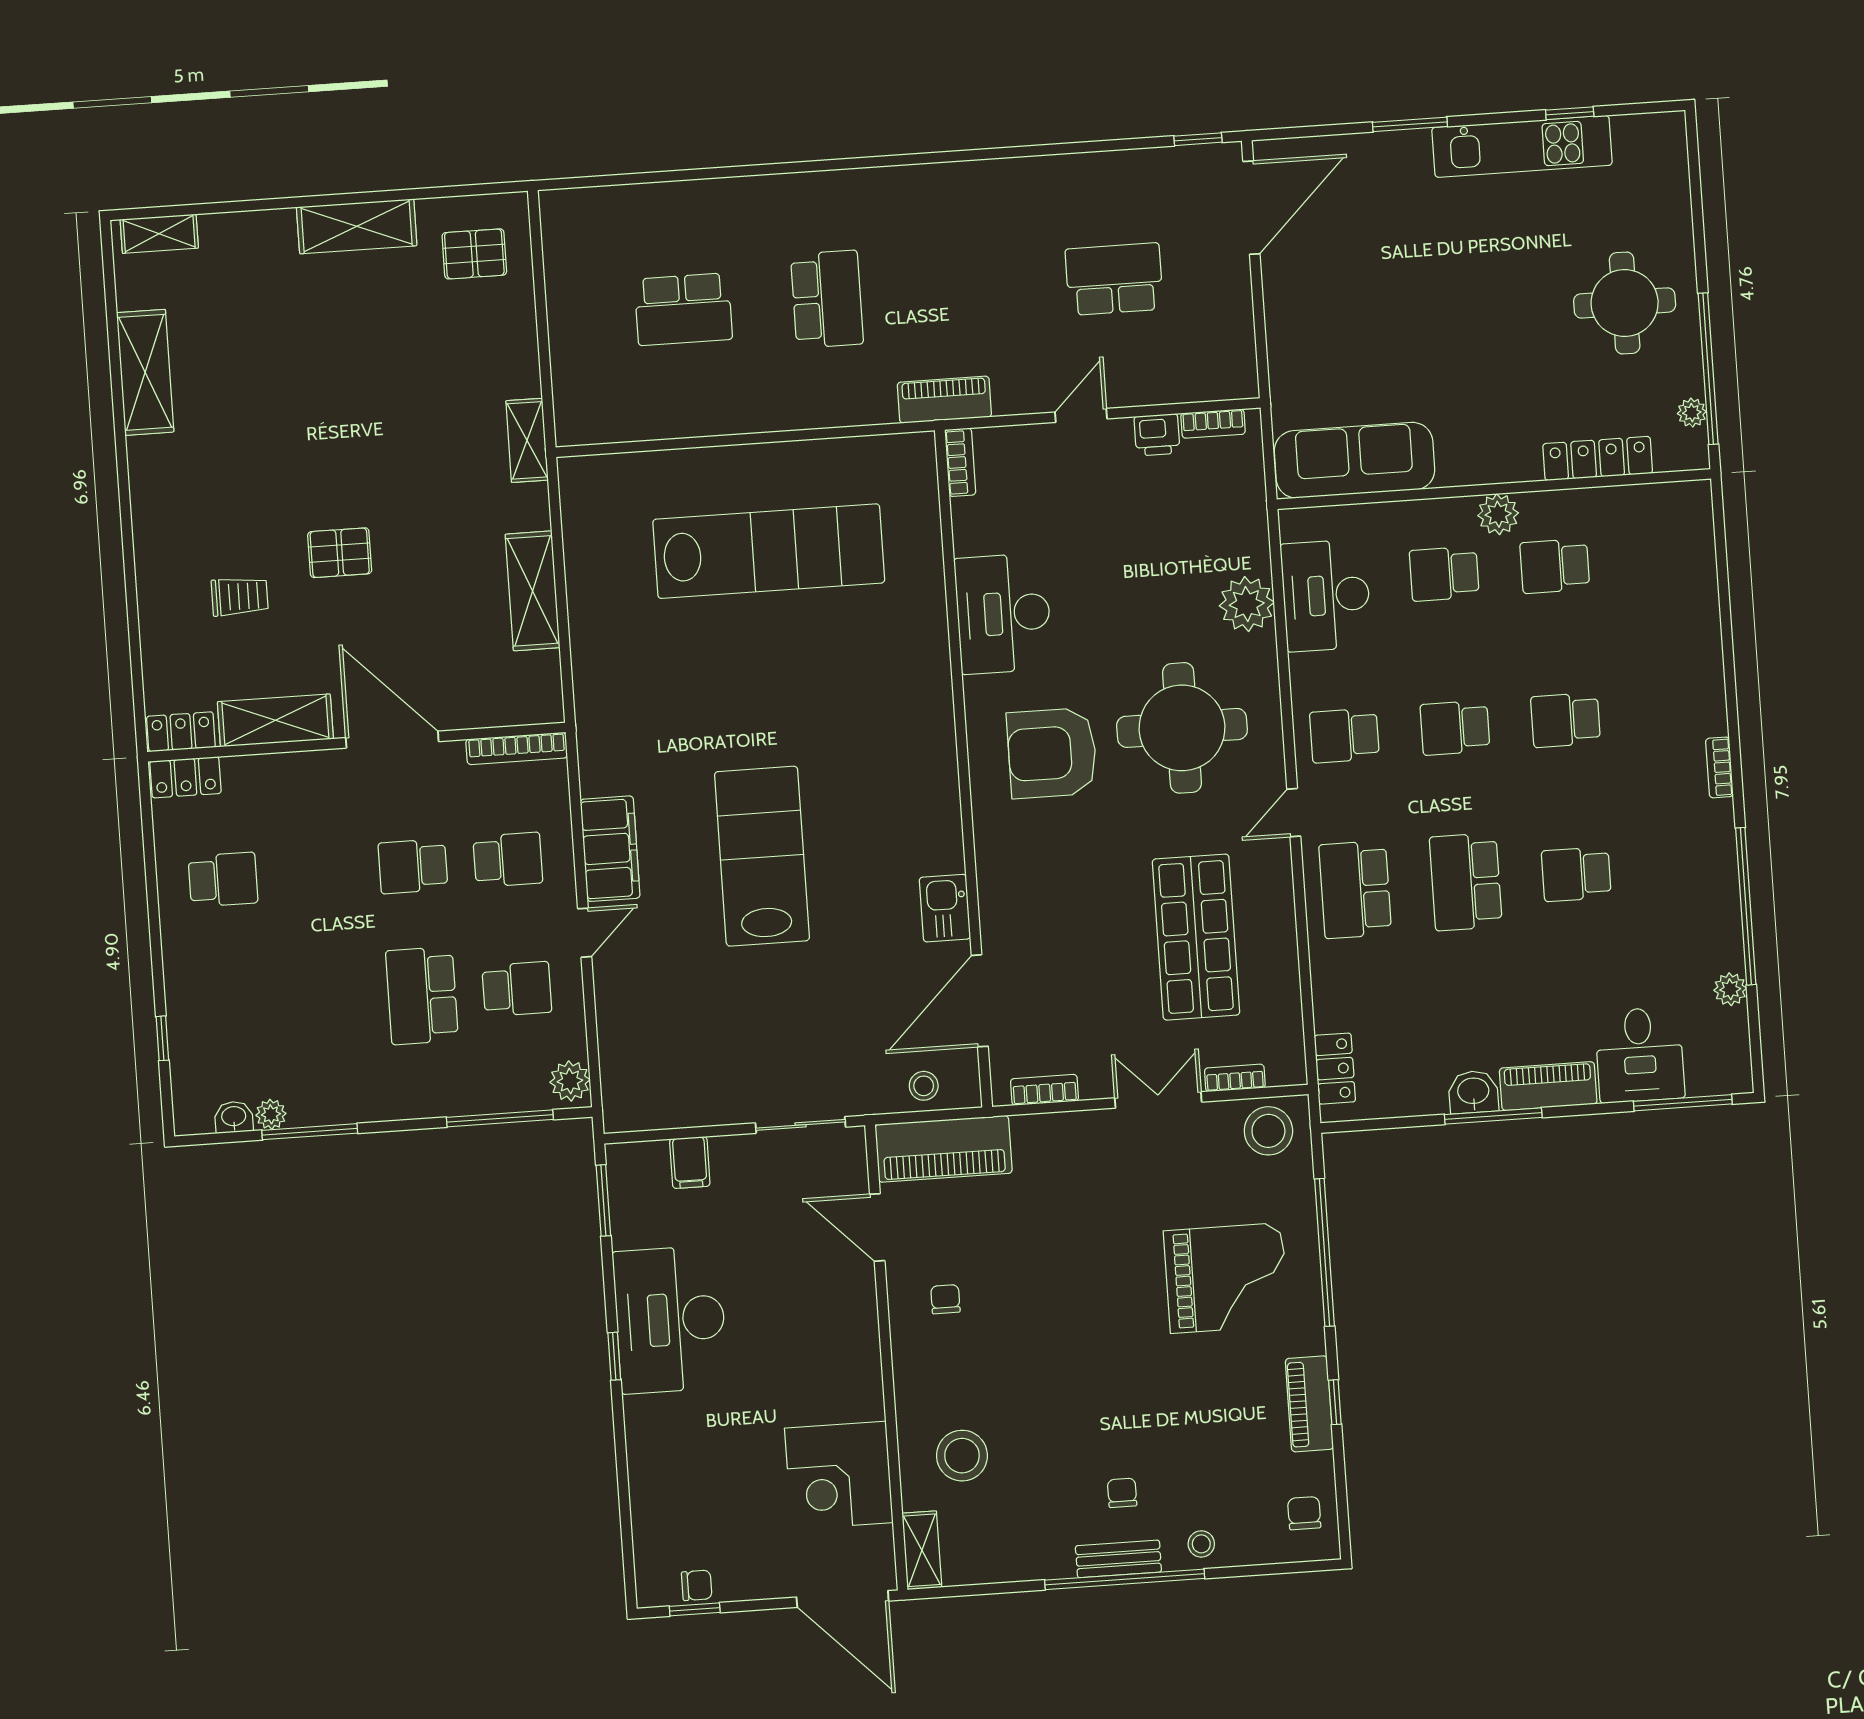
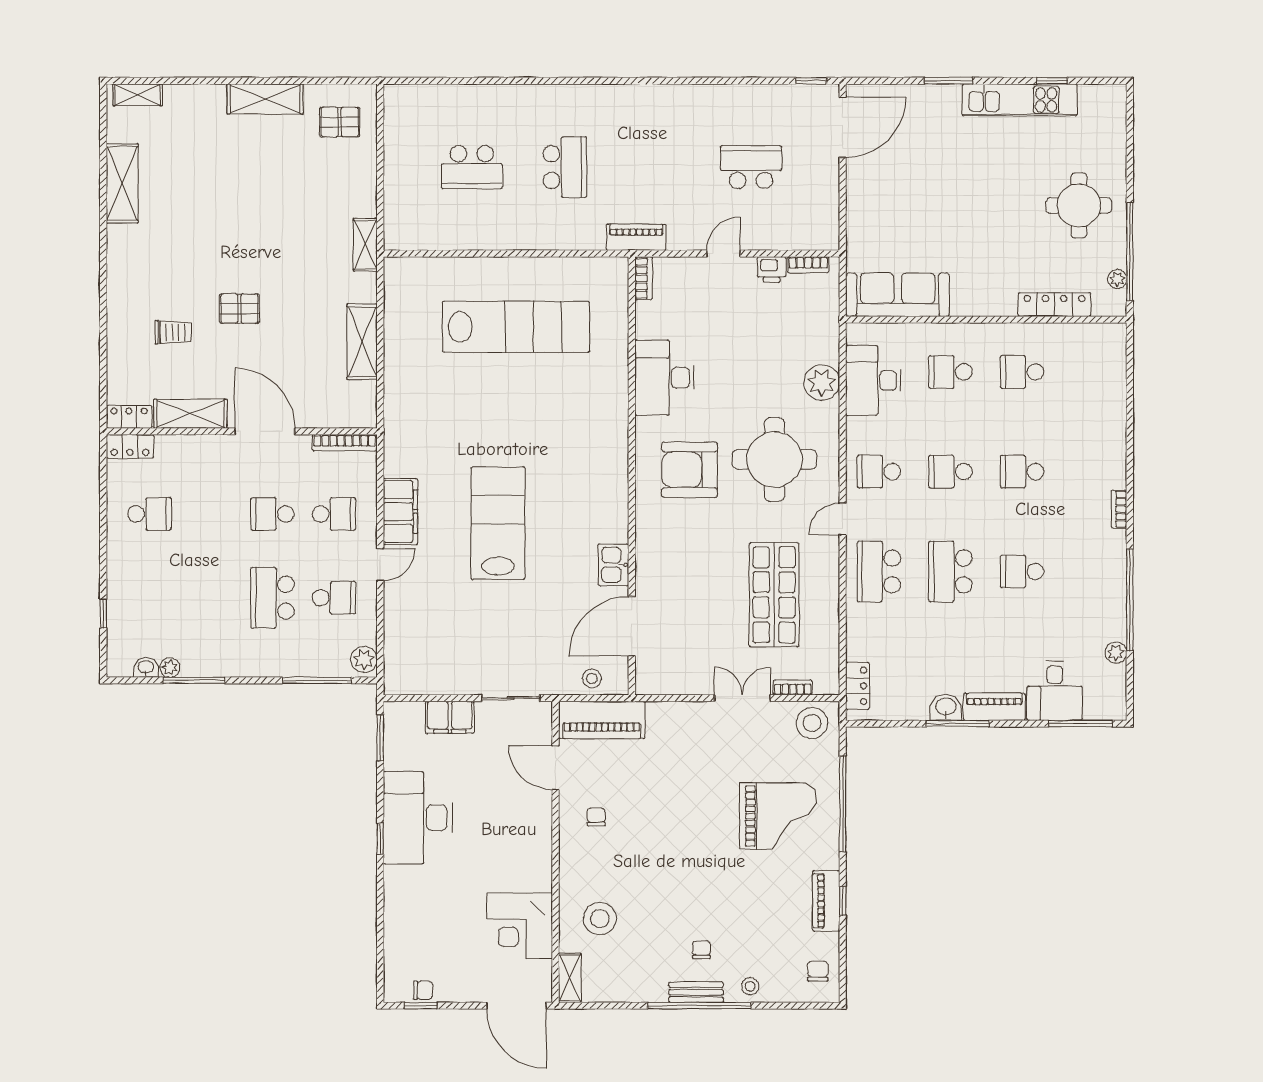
plant: (1498, 514) -> (988, 336), removed
bookcase: (1044, 1090) -> (670, 686), removed
filing cabinet: (690, 1162) -> (450, 717), width x2.00

